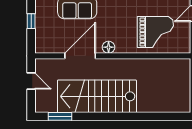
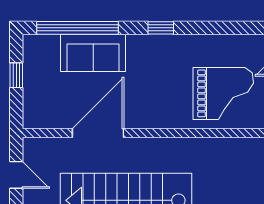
floor lamp: (109, 47) -> (145, 119), removed

